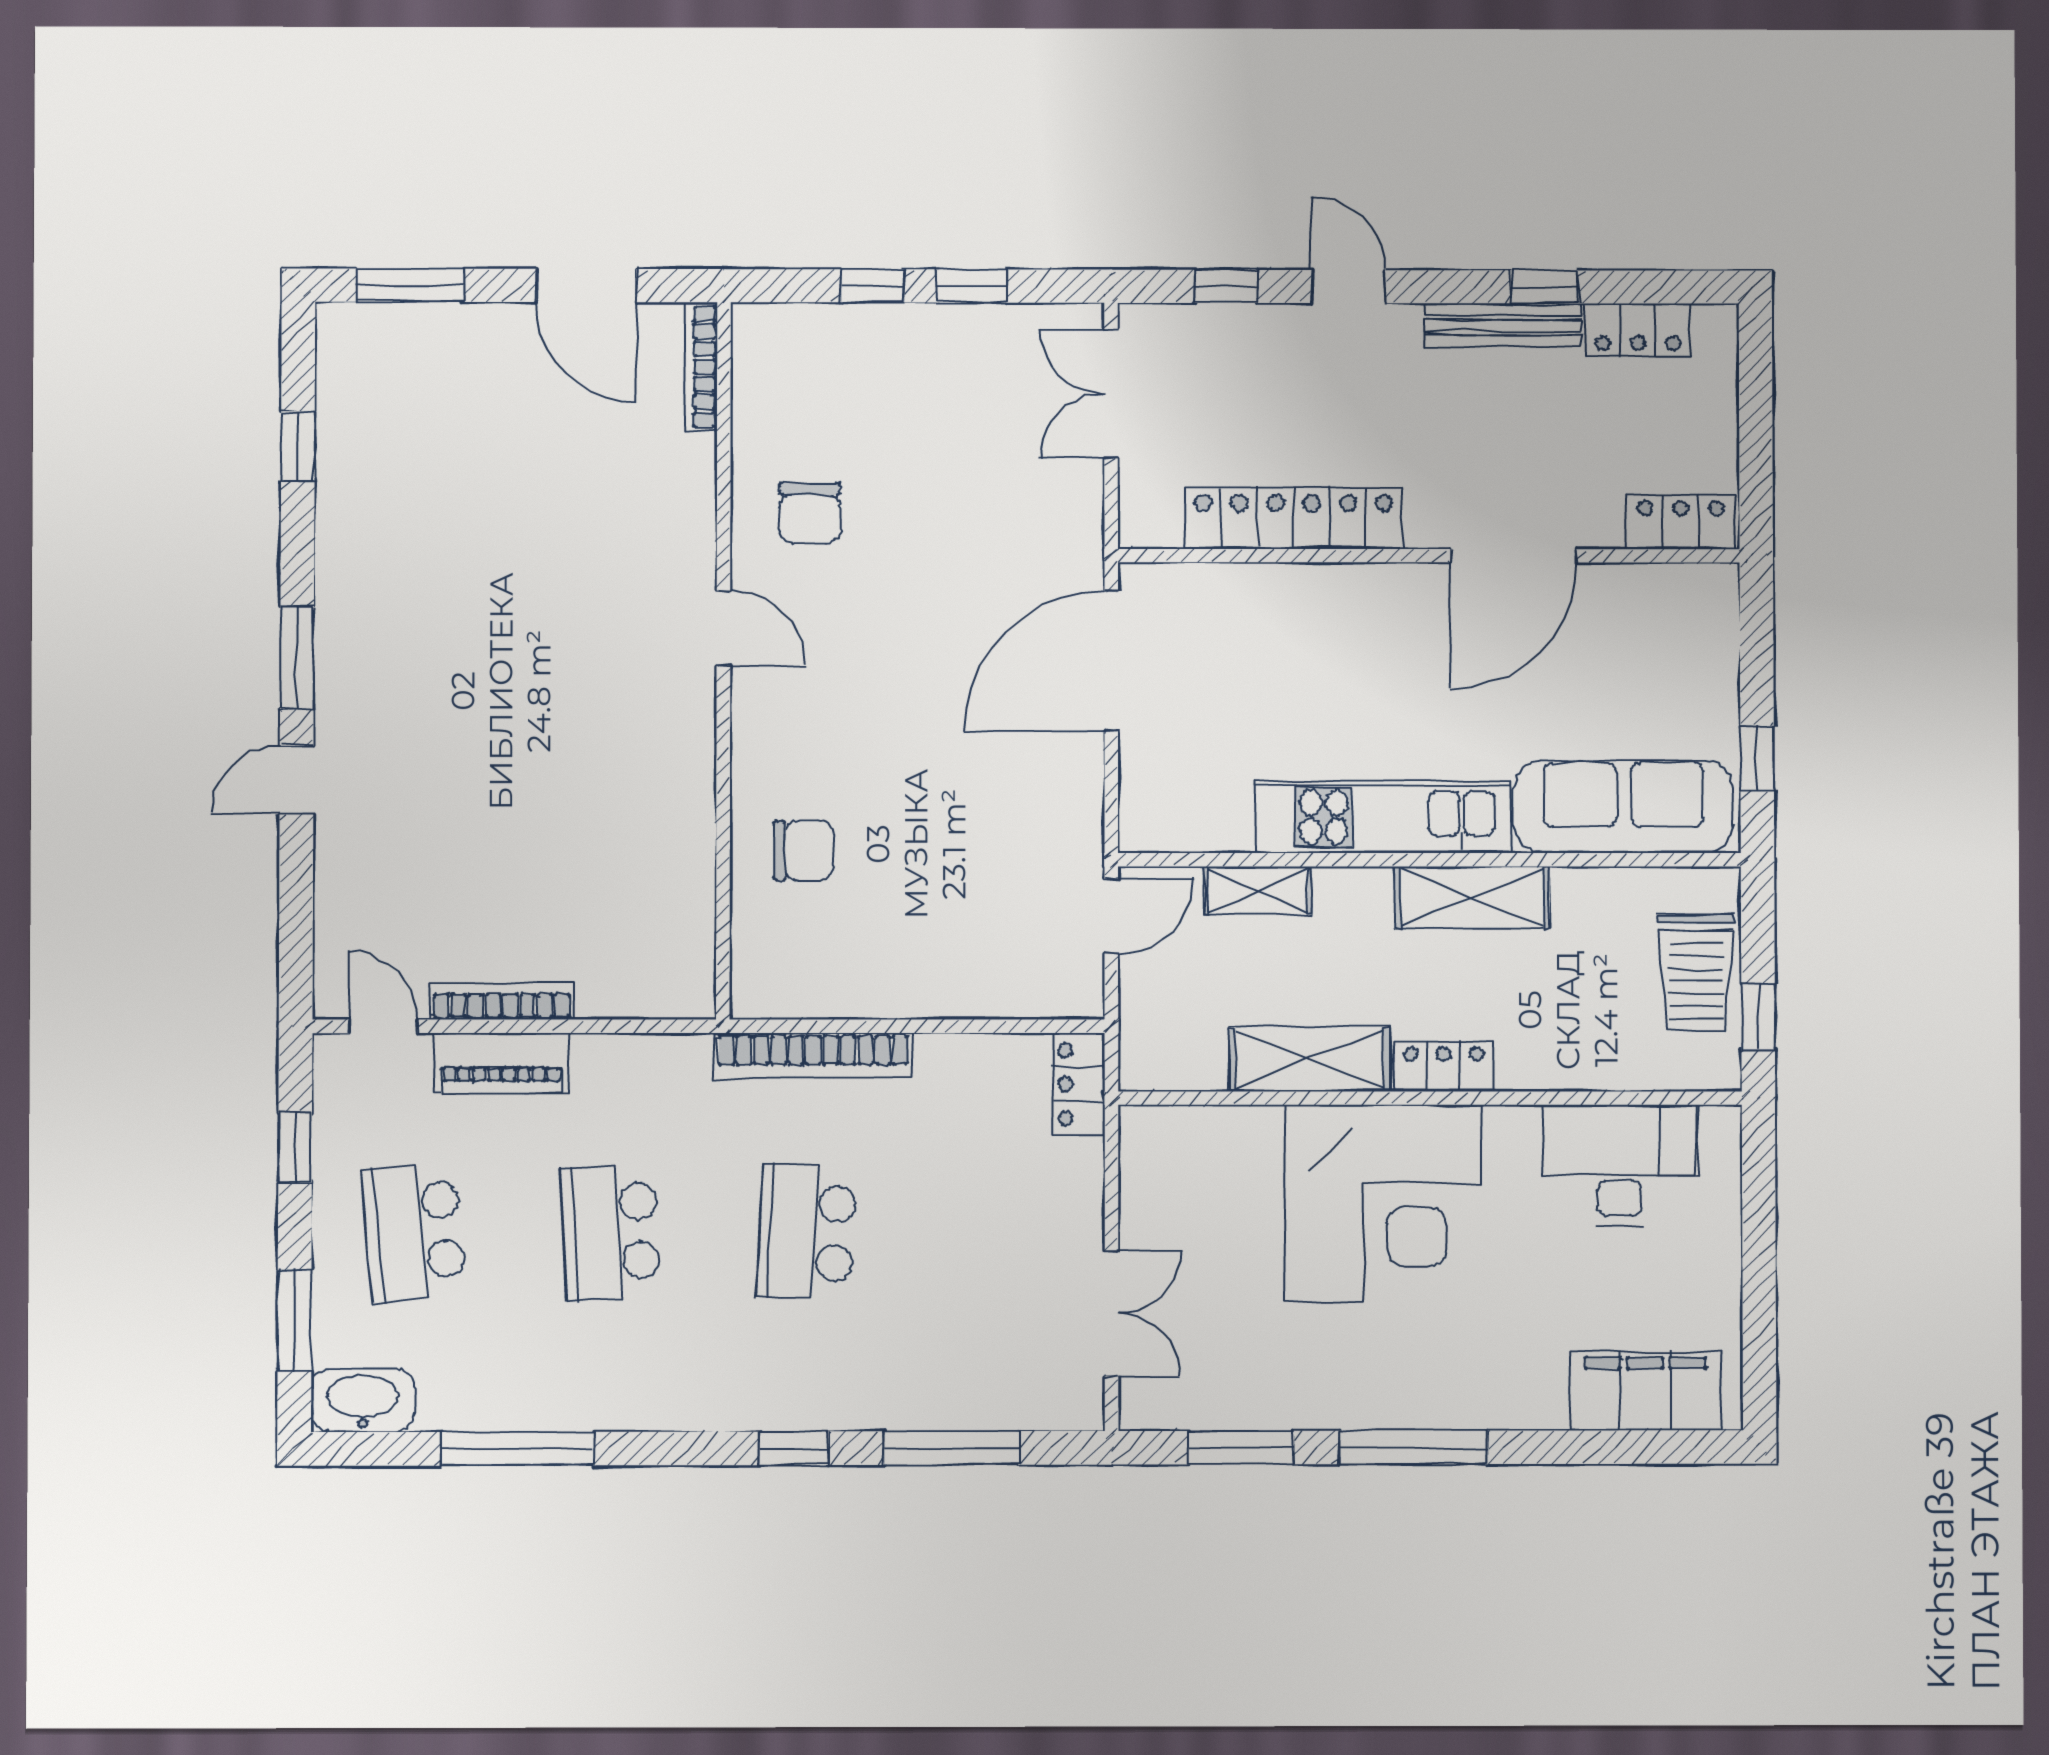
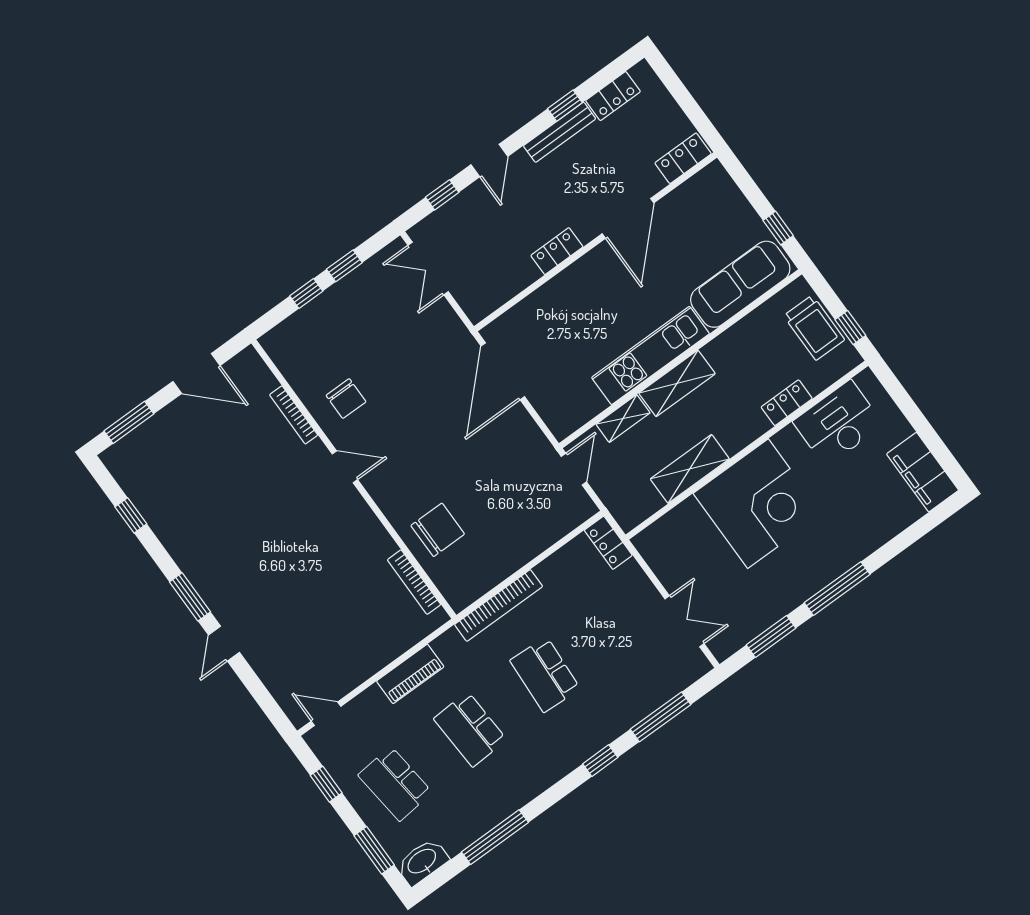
door: (1348, 287) -> (489, 161), swing flipped
bookcase: (701, 367) -> (294, 415), moved
locker: (1294, 518) -> (557, 251), width x0.46, depth x0.83
chair: (803, 851) -> (438, 530), width x1.37, depth x1.37
shelving: (1472, 897) -> (677, 383), moved
bookcase: (502, 1001) -> (414, 582), moved, turned -90
piano: (502, 1063) -> (410, 674), moved
locker: (1444, 1067) -> (787, 403), moved
filing cabinet: (1645, 1391) -> (923, 472), moved, turned -90

